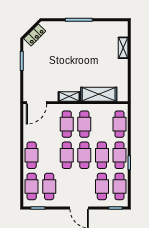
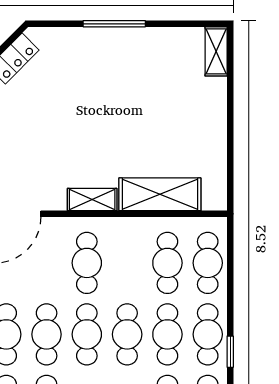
shelving: (123, 48) -> (216, 51), moved
cafe table: (84, 124) -> (167, 263), moved
cafe table: (49, 155) -> (47, 334), added

